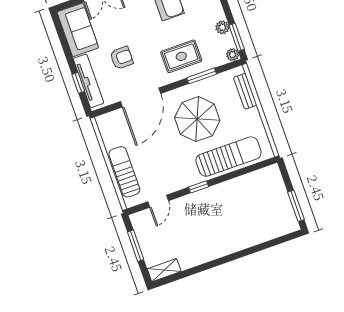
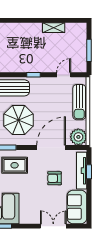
plant: (109, 125) -> (78, 137), added
shelving: (164, 270) -> (54, 28), moved

